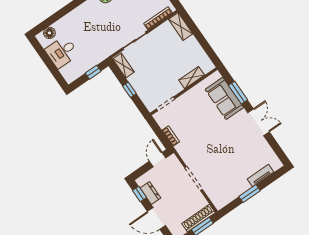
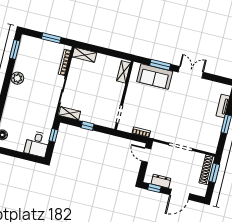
desk: (62, 52) -> (37, 144), moved
shelving: (192, 78) -> (124, 72), moved

